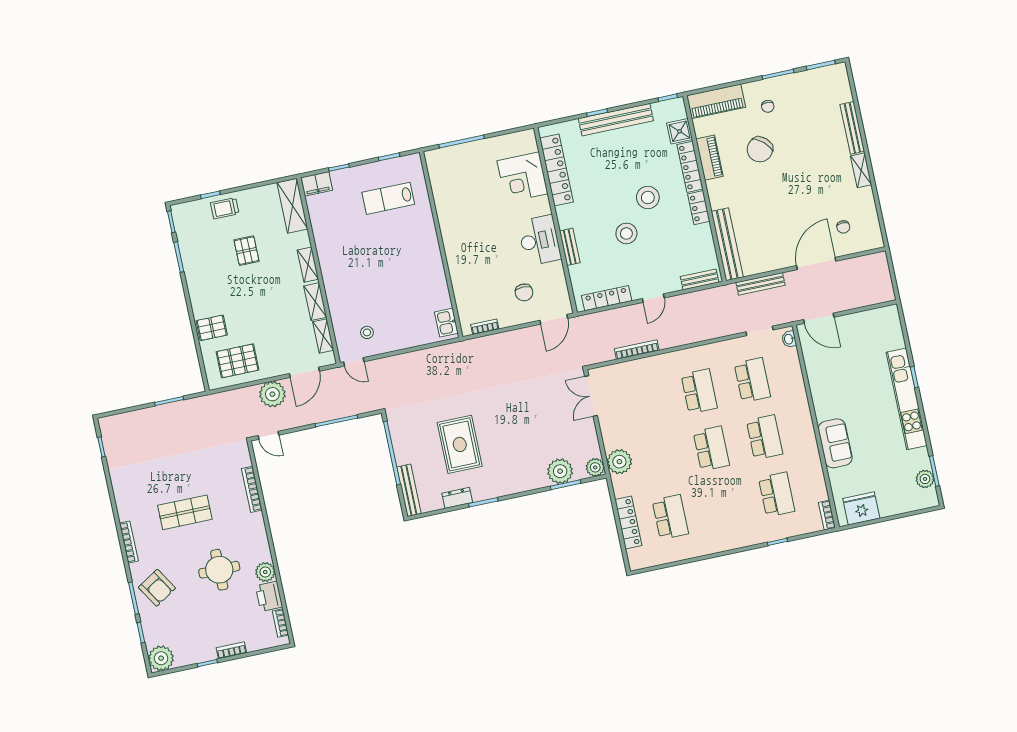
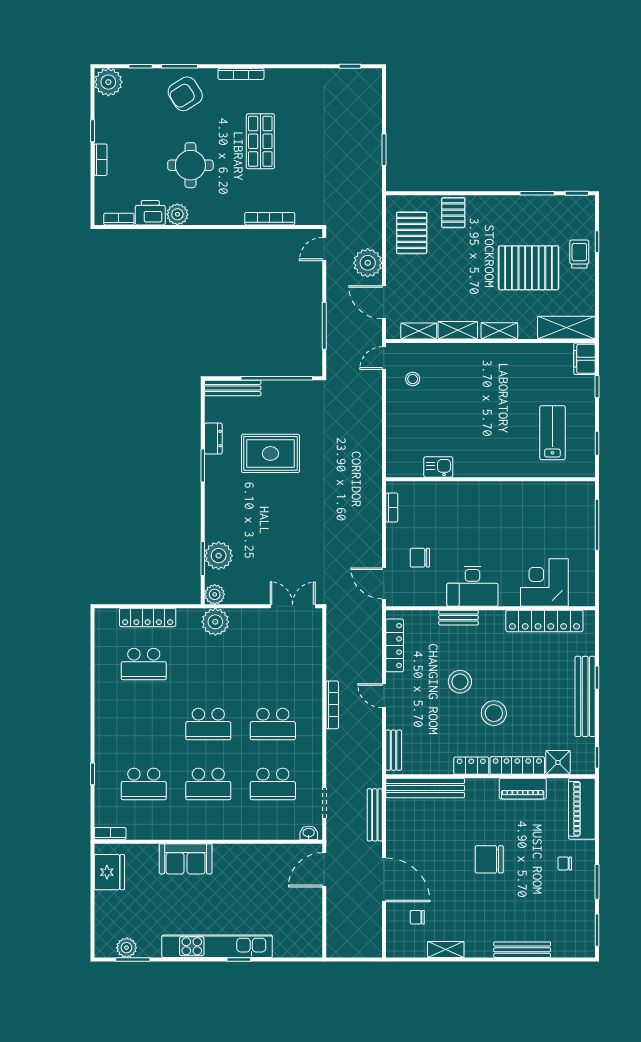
chair: (760, 149) -> (489, 859), moved, turned -42
shelving: (861, 170) -> (446, 949), moved
pallet: (246, 251) -> (529, 268), width x2.05, depth x2.00
kitchen sink: (446, 323) -> (438, 467), moved
bookcase: (637, 350) -> (332, 705), moved

